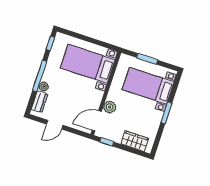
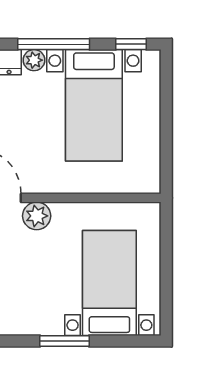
window: (147, 59) -> (166, 261), removed
bed with nightstands: (88, 64) -> (94, 105), moved, turned 180

